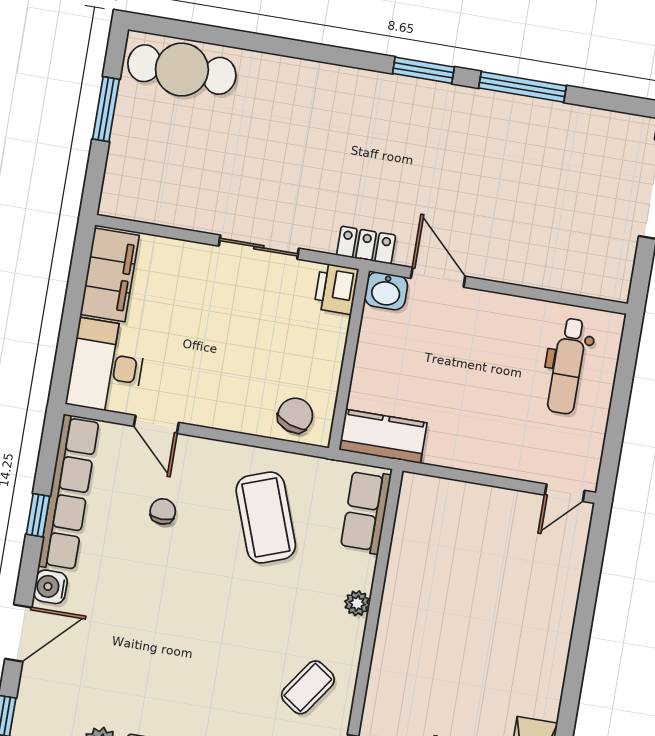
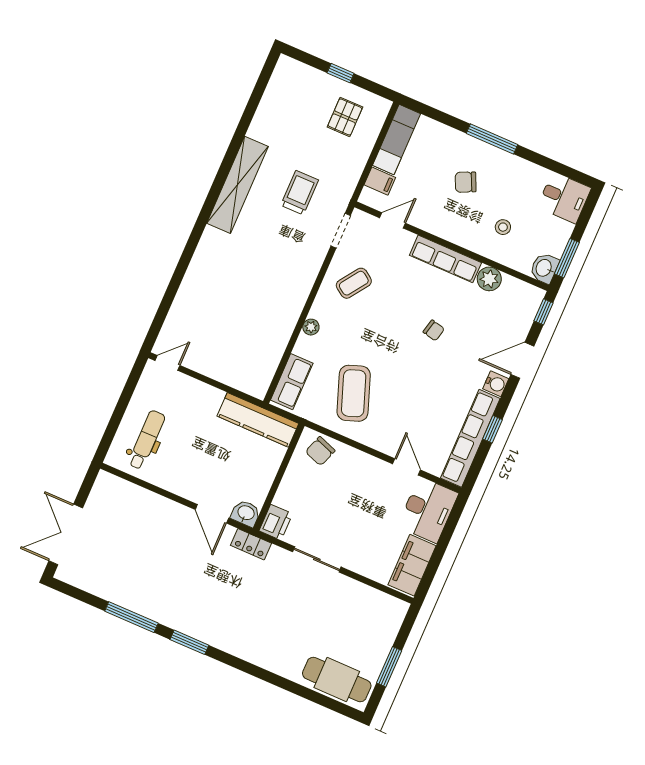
kitchen counter: (383, 436) -> (258, 420), width x1.50
chair: (163, 511) -> (434, 330), moved, turned -77

